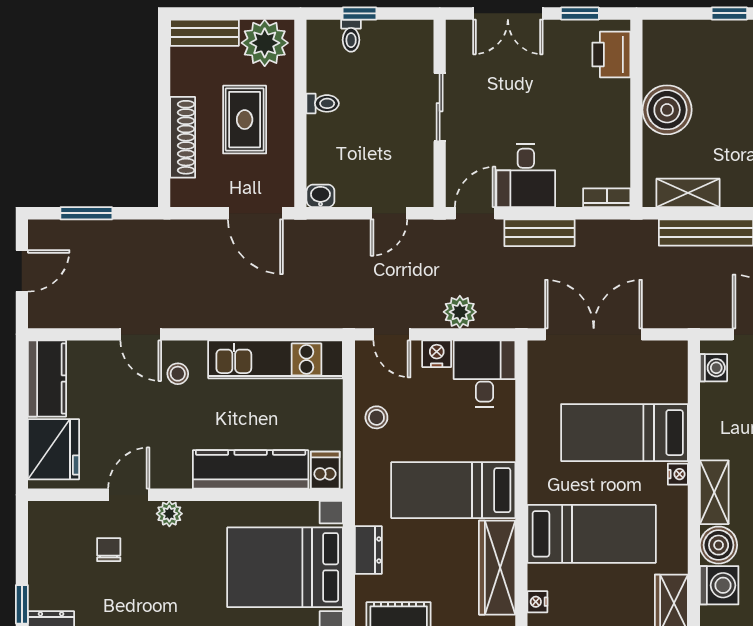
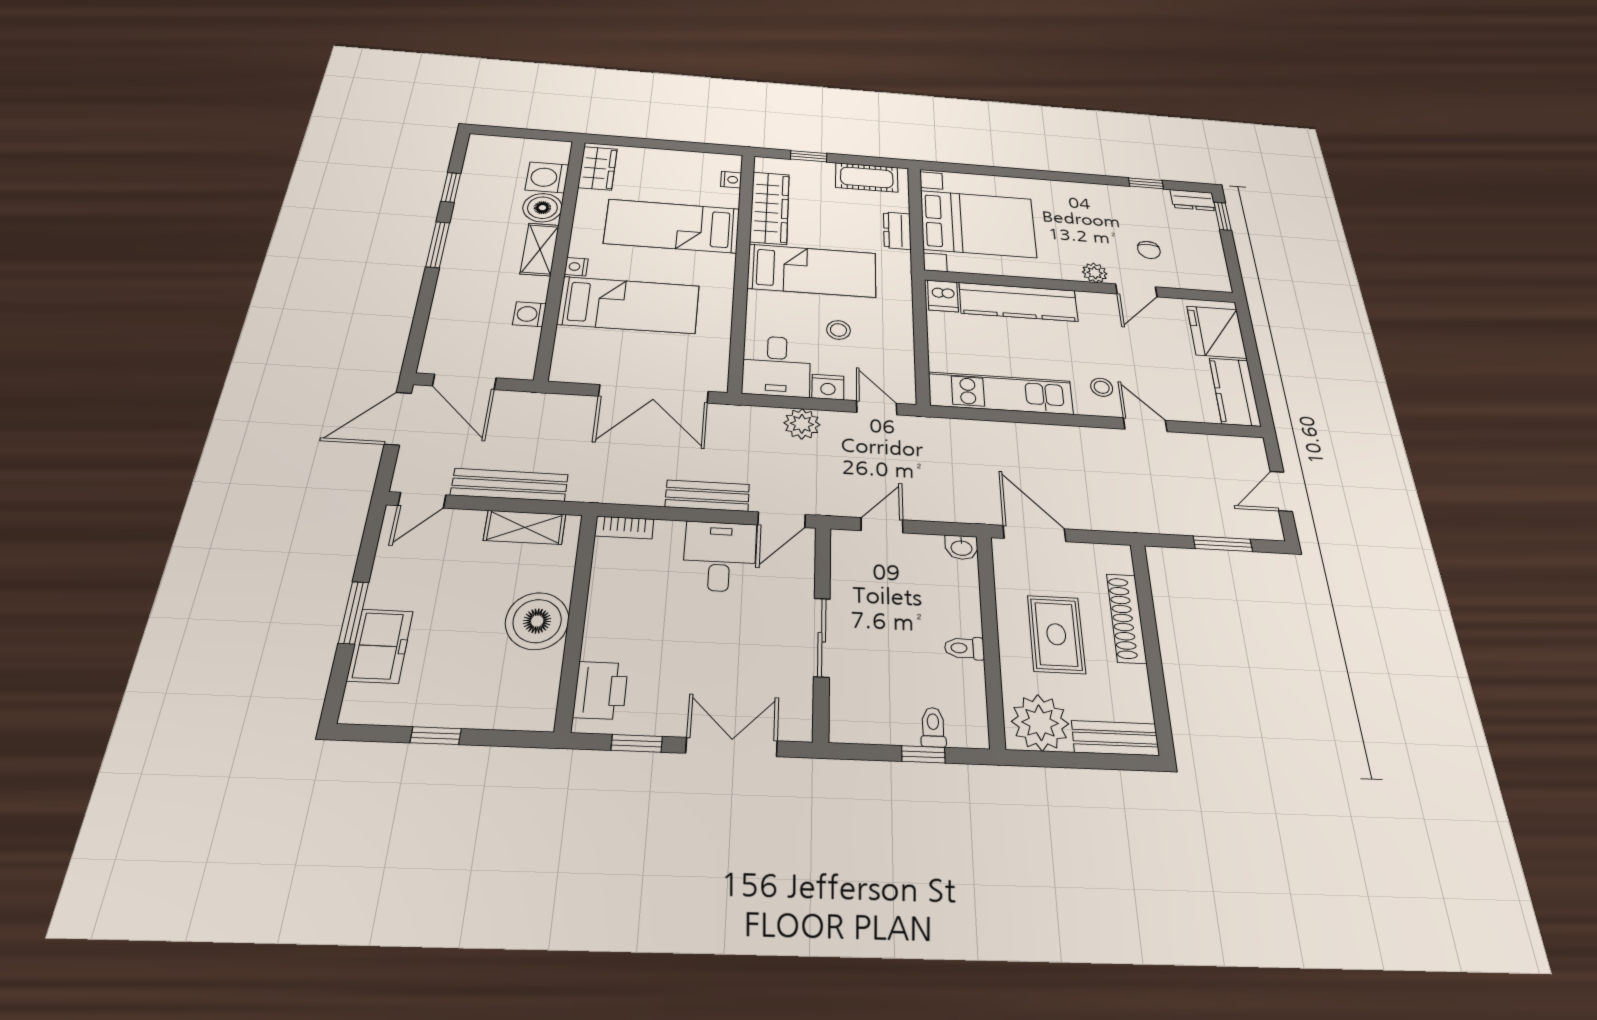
washing machine: (714, 368) -> (530, 314), moved
stool: (376, 417) -> (838, 330), moved

